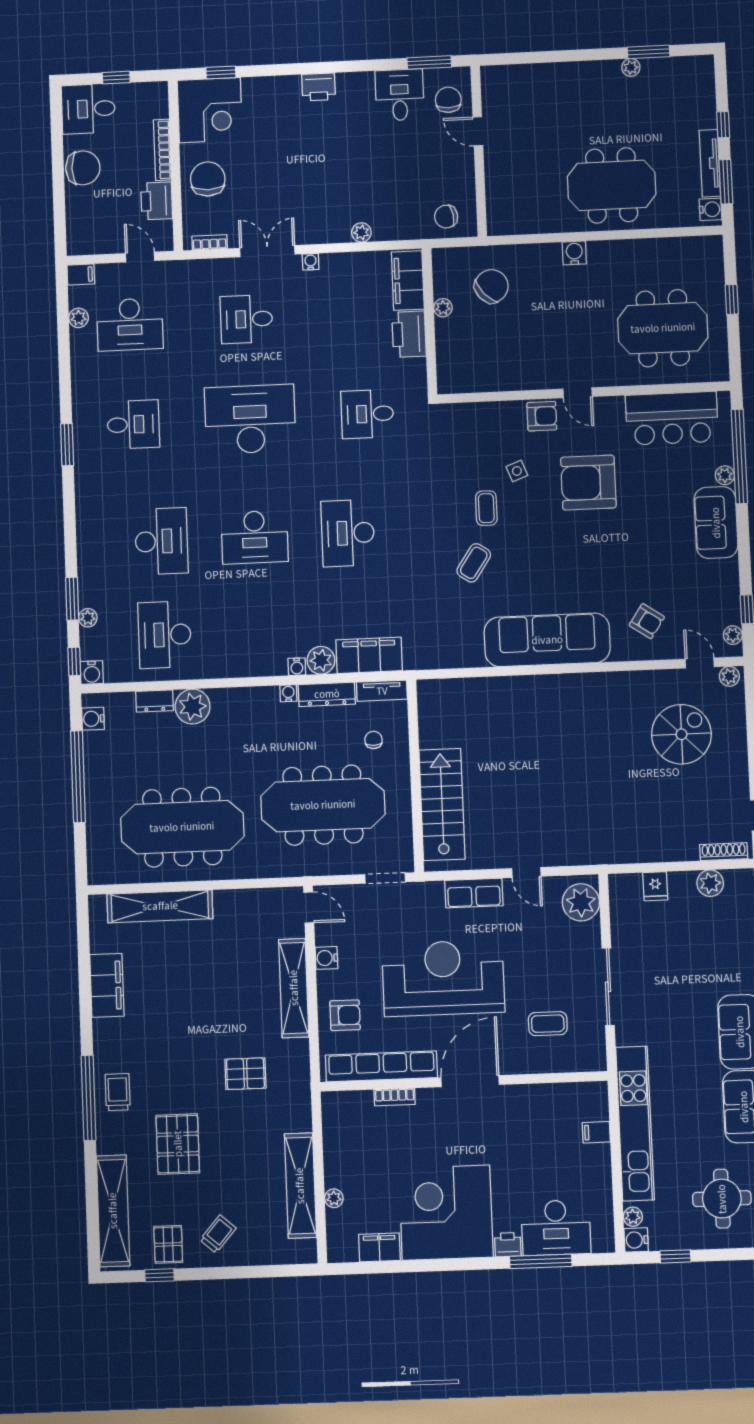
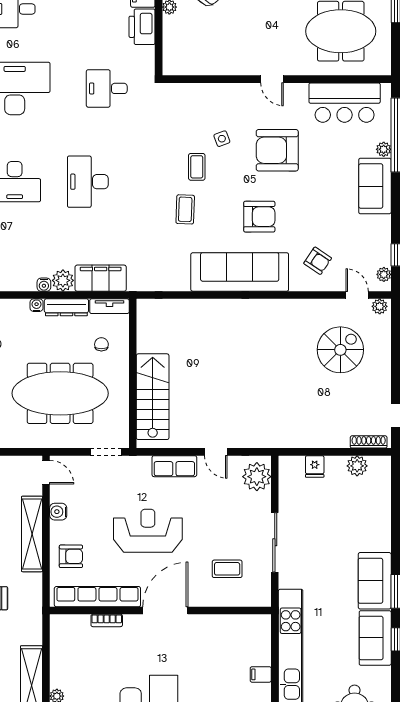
armchair: (542, 416) -> (259, 217), moved, width x1.38, depth x1.38
coffee table: (474, 563) -> (185, 209), turned -32
reception desk: (443, 978) -> (148, 531), width x0.74, depth x0.77
filing cabinet: (596, 1132) -> (261, 674), moved

